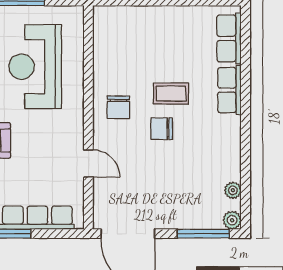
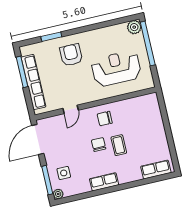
row of seats: (229, 90) -> (104, 182), moved
plant: (233, 190) -> (74, 191), removed
side table: (197, 202) -> (64, 173), added

